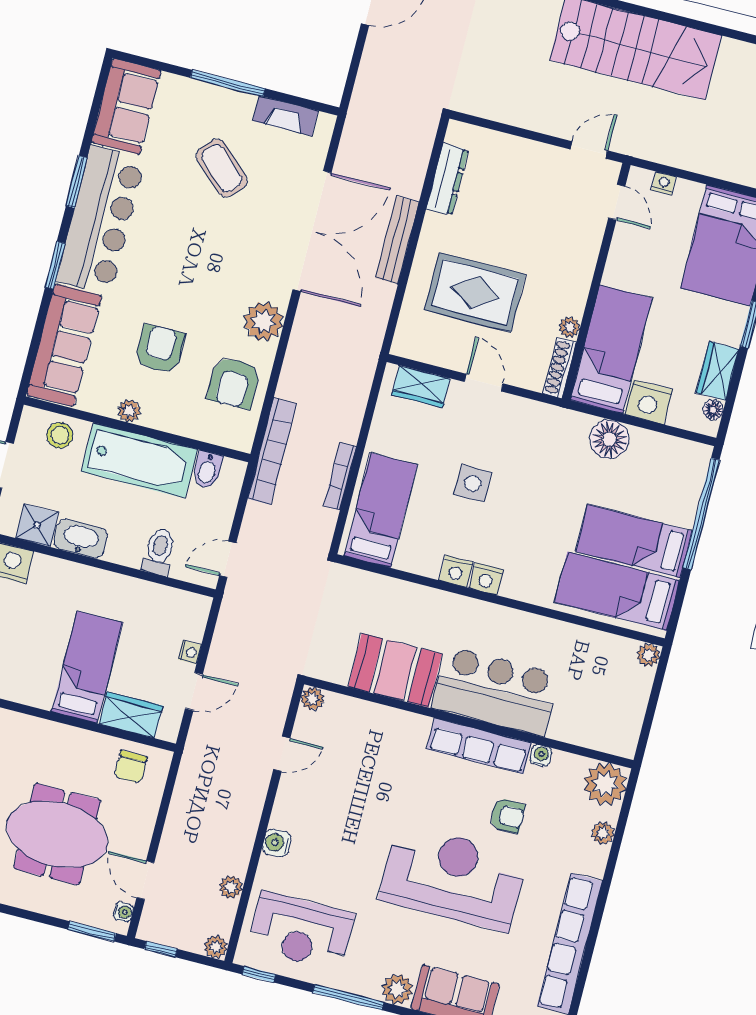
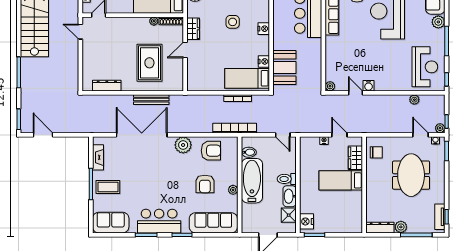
coffee table: (222, 168) -> (108, 187), moved, turned 47
bar counter: (101, 220) -> (159, 221), width x0.73
bench: (397, 240) -> (151, 100), moved
armchair: (160, 349) -> (205, 184), turned -90
wardrobe: (421, 387) -> (193, 29), moved
stool: (60, 435) -> (250, 215), removed
side table: (473, 483) -> (233, 22), moved
toilet: (159, 552) -> (287, 179), moved
nightstand: (456, 571) -> (264, 61), moved
booth: (395, 670) -> (284, 68), moved
water cooler: (277, 843) -> (369, 86), moved
door: (145, 880) -> (420, 135), swing flipped
plant: (216, 947) -> (440, 128), moved

